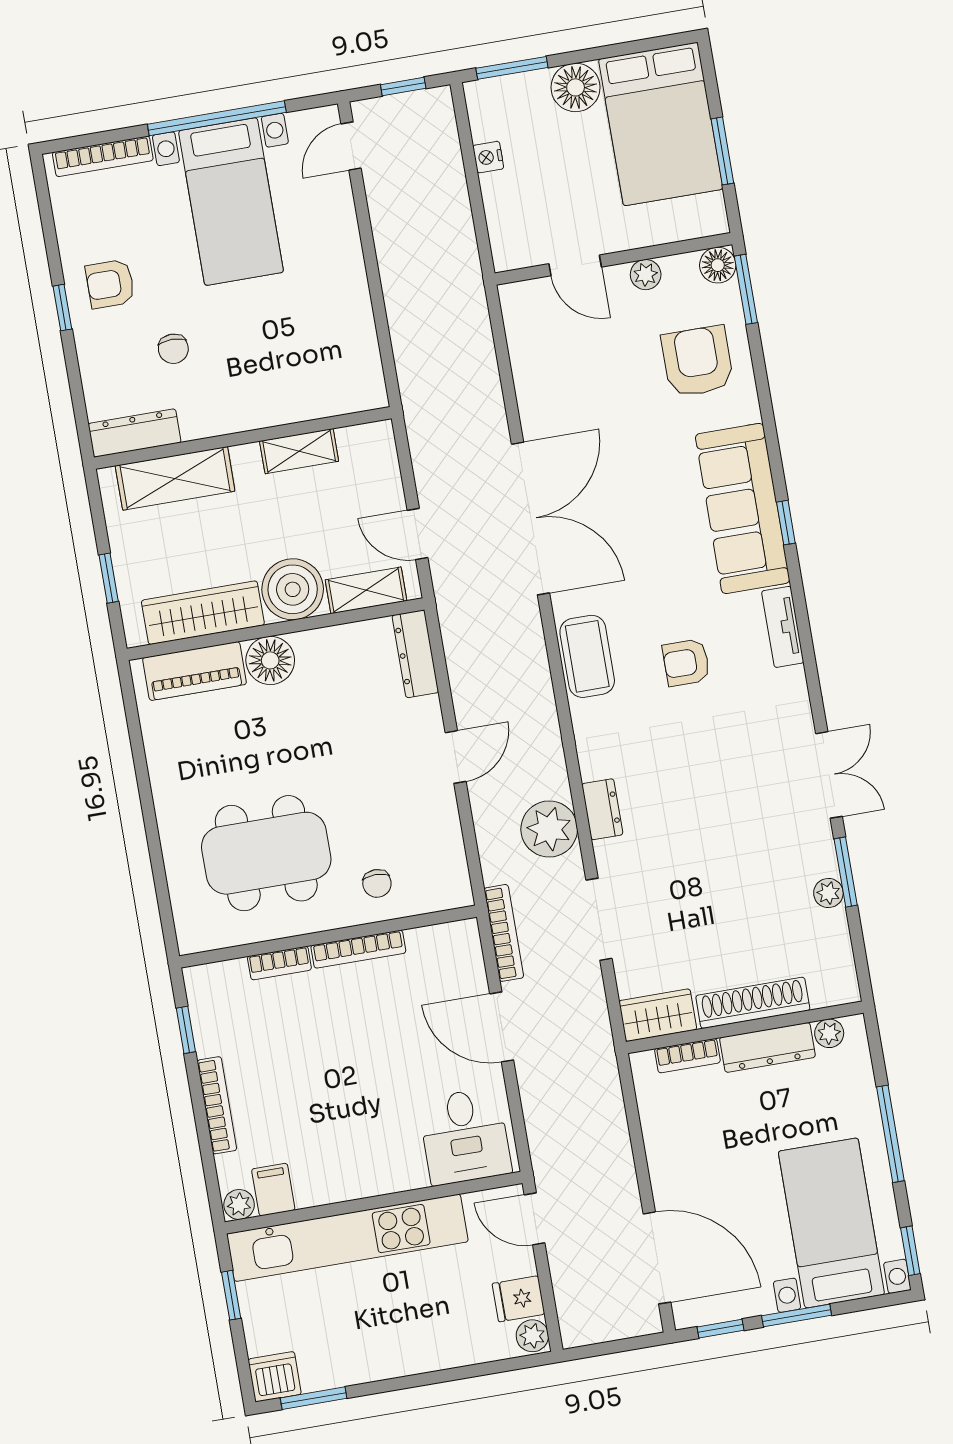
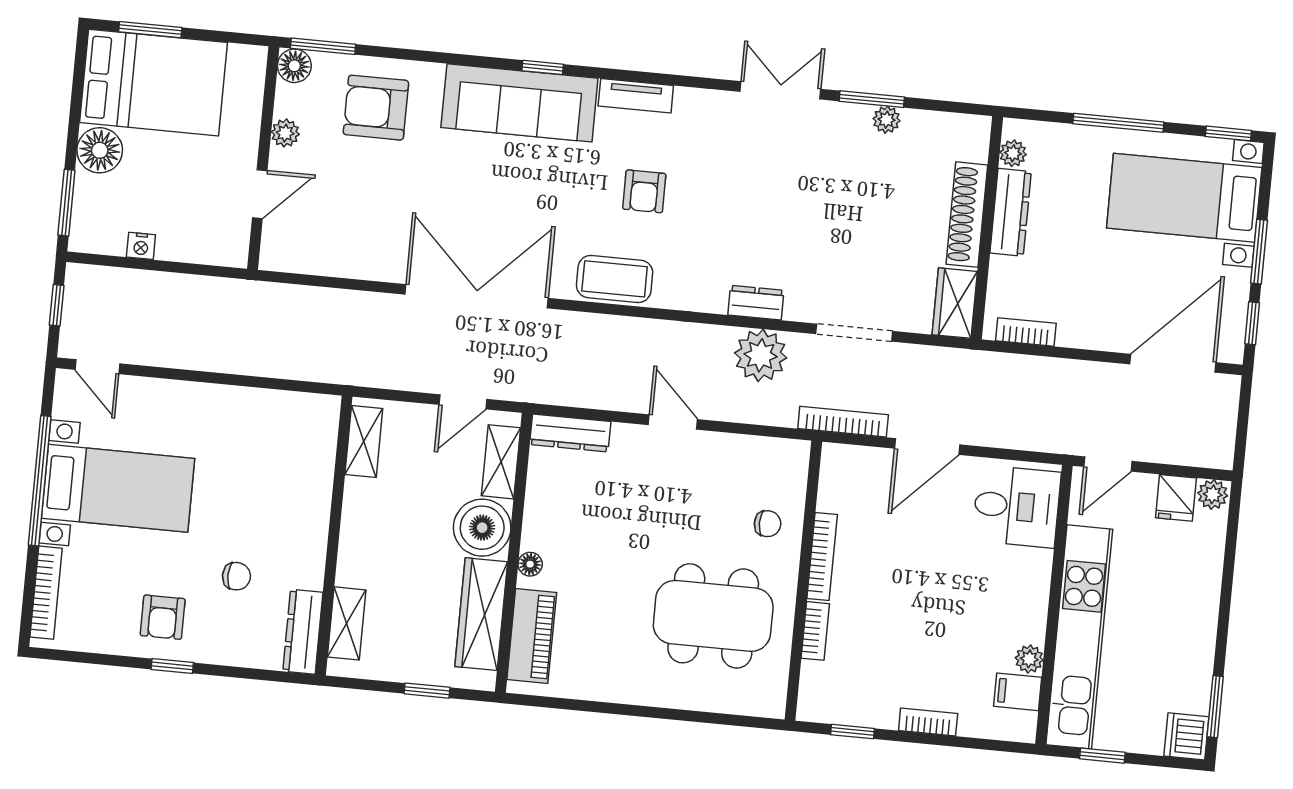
window: (722, 151) -> (150, 30), moved
shelving: (299, 451) -> (364, 442), moved
shelving: (175, 478) -> (347, 623), width x0.67, depth x0.75
floor lamp: (270, 660) -> (530, 564), width x0.53, depth x0.53
dining table: (266, 853) -> (713, 616), turned 90
bookcase: (687, 1056) -> (1026, 332), moved, turned -90
bookcase: (217, 1105) -> (928, 722), width x0.64
plant: (239, 1205) -> (1029, 659), moved

